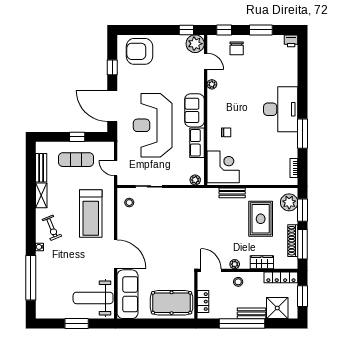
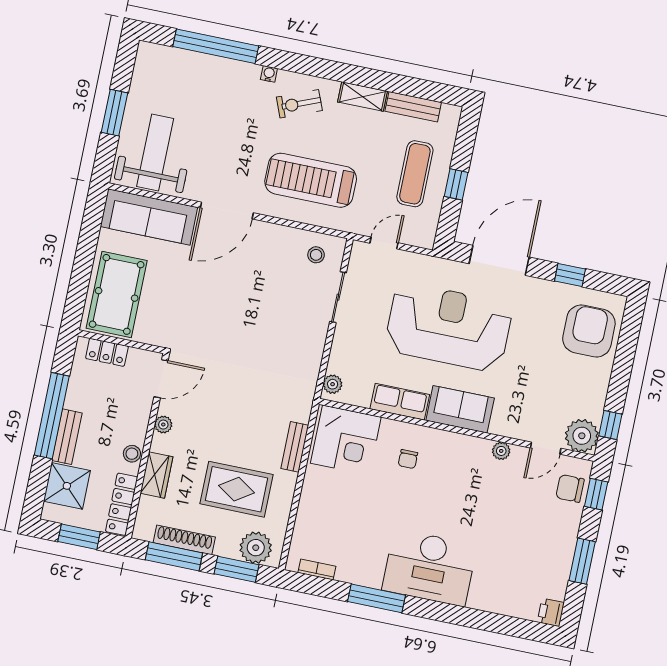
chair: (237, 48) -> (570, 488), moved
stool: (238, 282) -> (132, 454), moved

